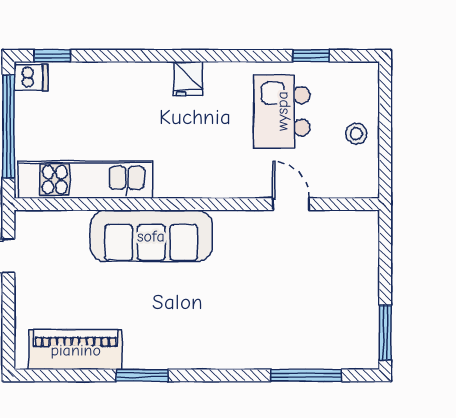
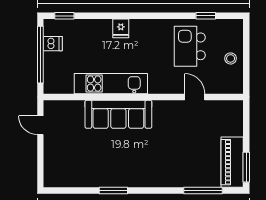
dishwasher: (31, 78) -> (53, 44), moved
fridge: (188, 79) -> (121, 28), moved
kitchen unit: (85, 180) -> (111, 84), moved
piano: (76, 350) -> (232, 162), moved, turned -90

